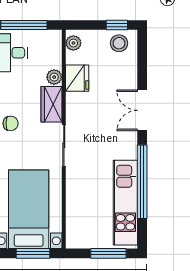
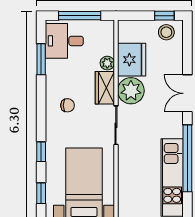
plant: (73, 43) -> (131, 91), moved, width x1.88, depth x1.88
fridge: (77, 78) -> (132, 60), width x1.36, depth x1.34

